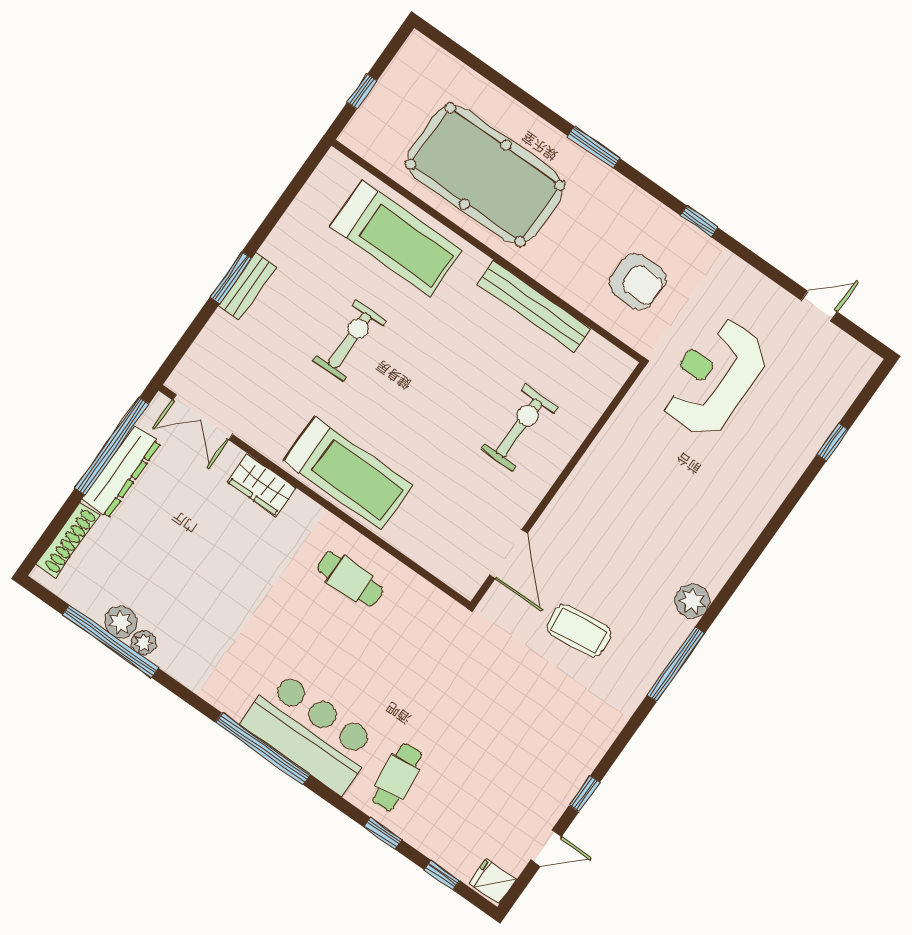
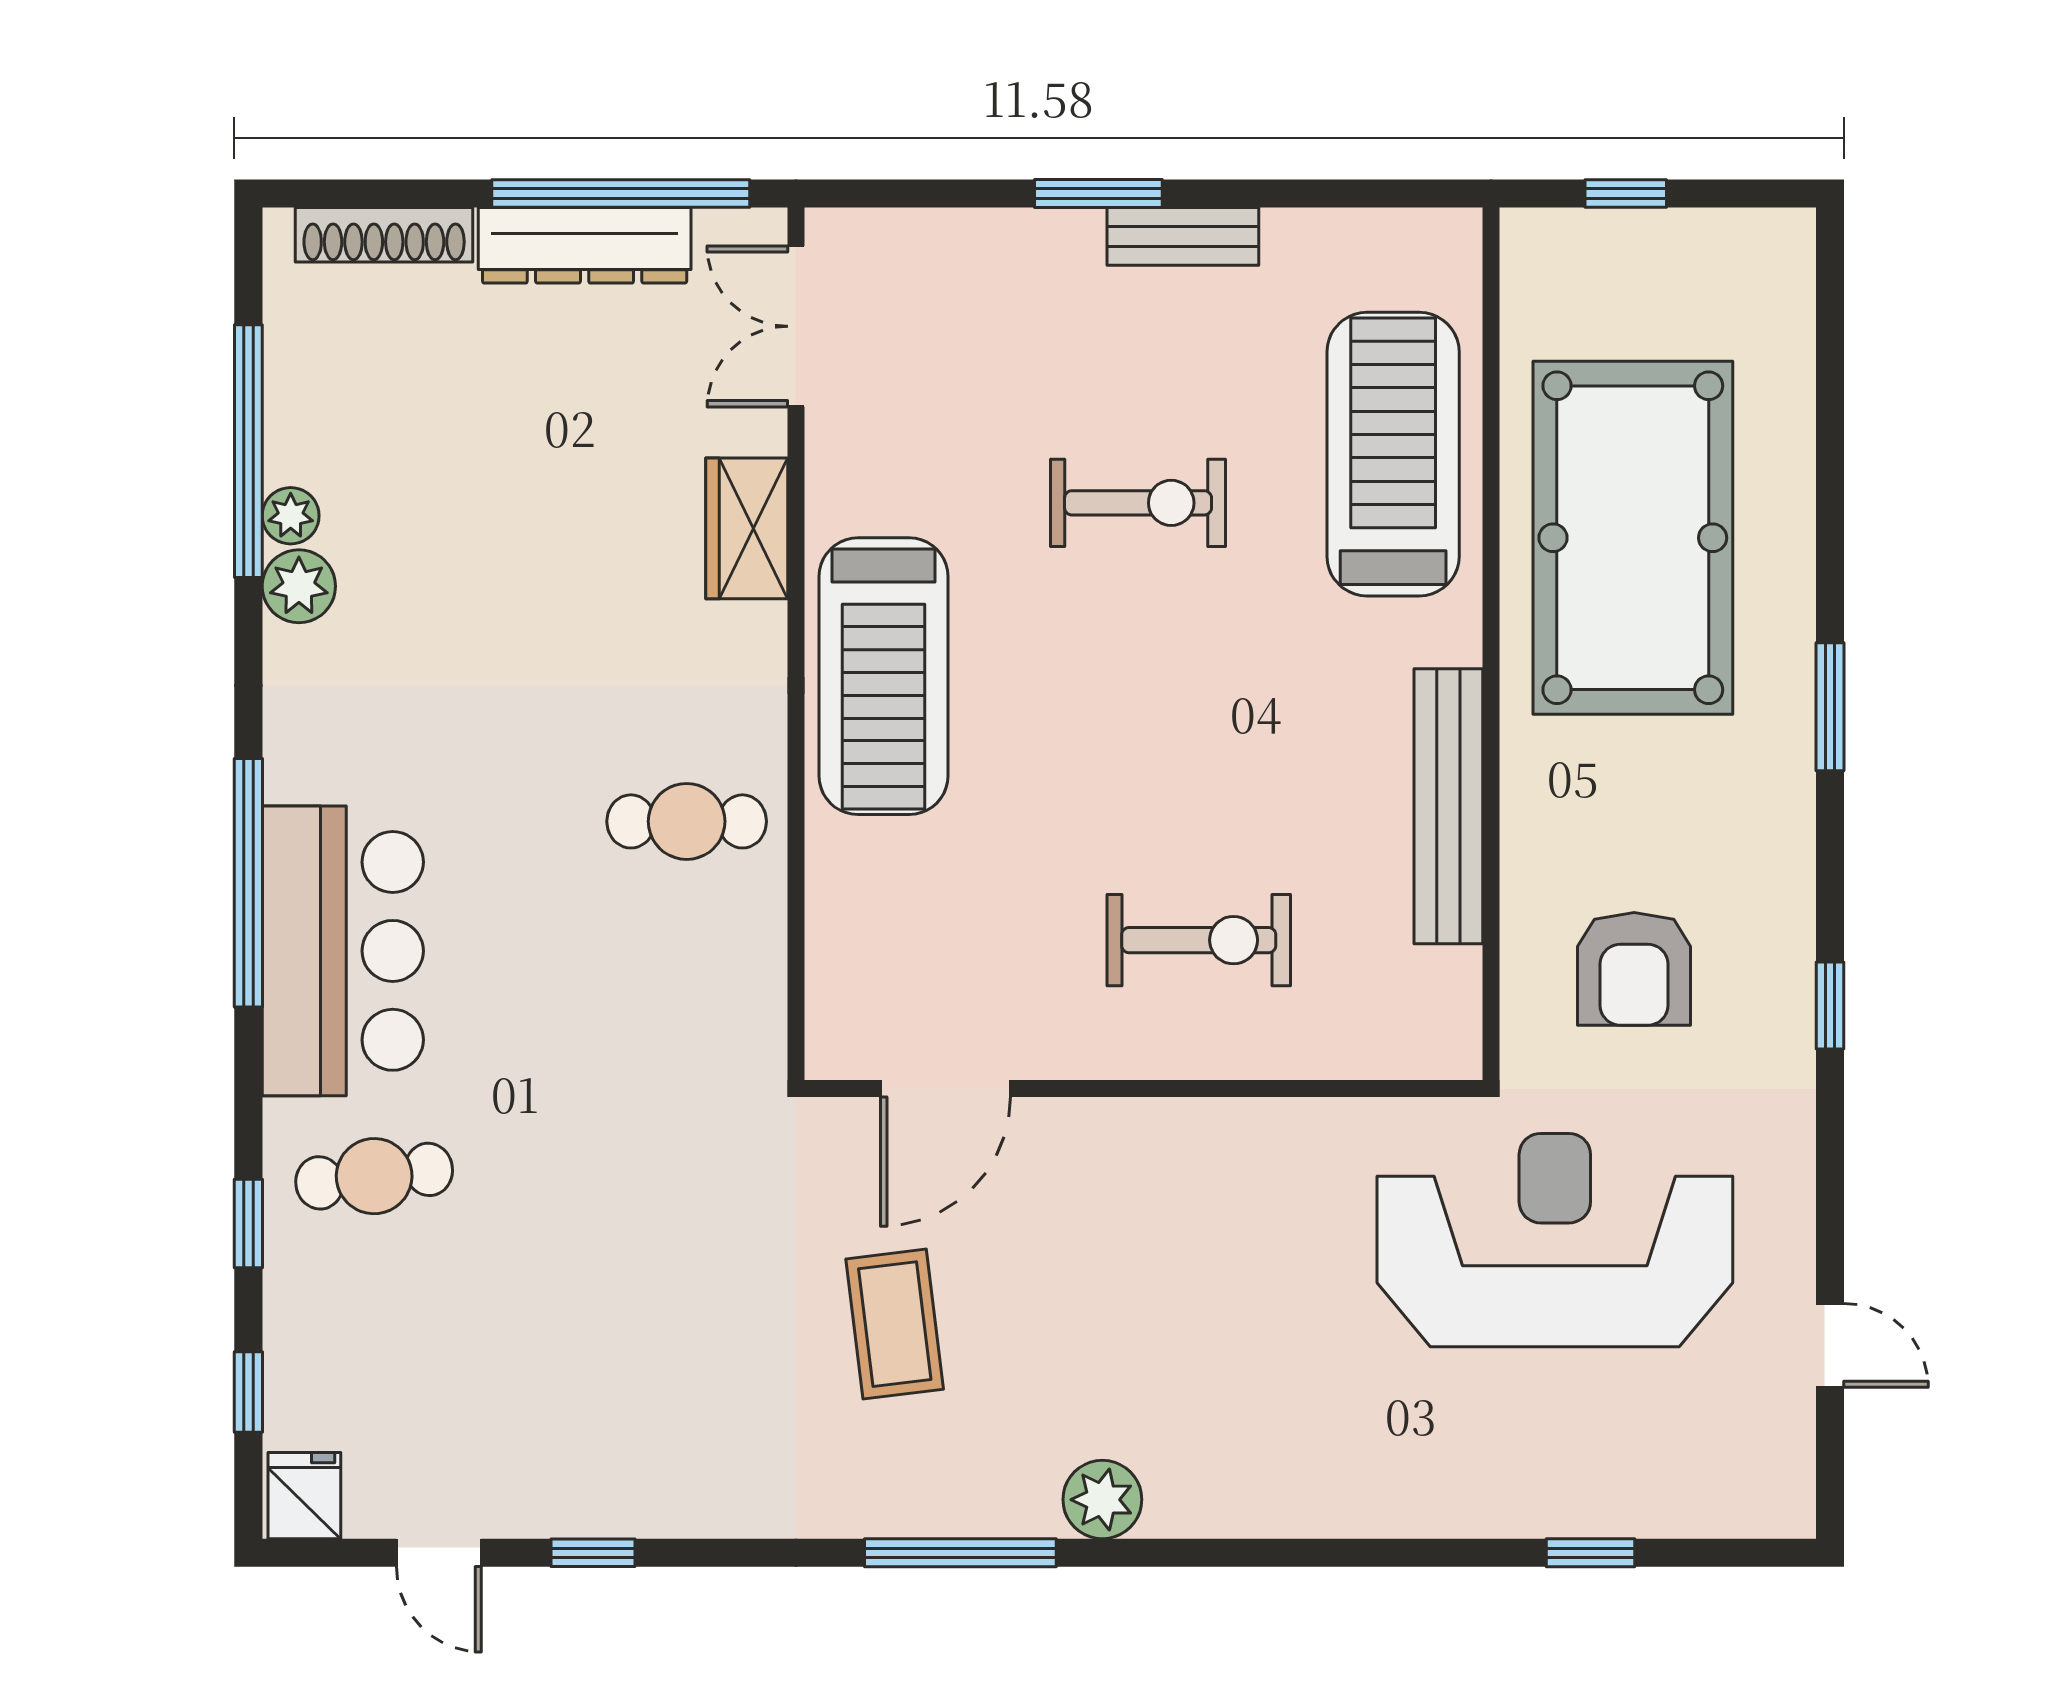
treadmill: (396, 238) -> (1393, 454), turned 180
bench: (247, 286) -> (1183, 236), moved
reception desk: (713, 377) -> (1555, 1240), width x1.36, depth x1.30
cafe table: (350, 579) -> (687, 821), turned 90
plant: (121, 622) -> (299, 586), moved

